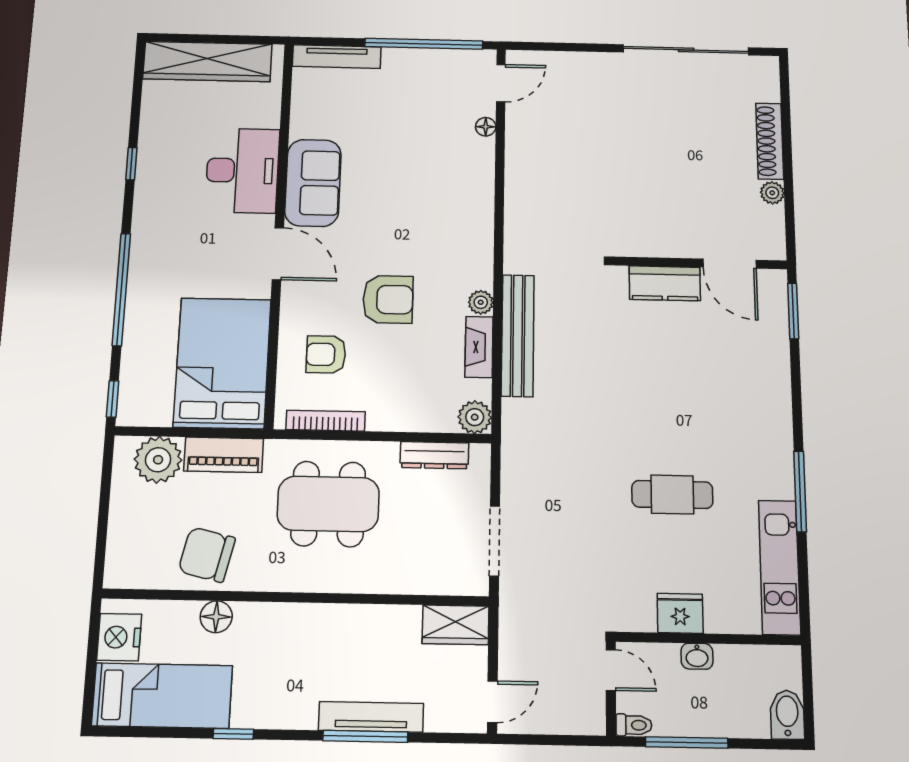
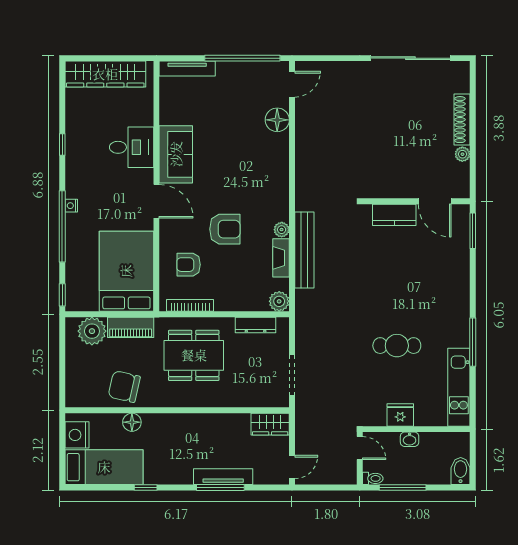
floor lamp: (486, 127) -> (277, 120), width x1.89, depth x1.89
desk: (242, 170) -> (132, 147), width x0.73
nightstand: (139, 257) -> (71, 206), added

